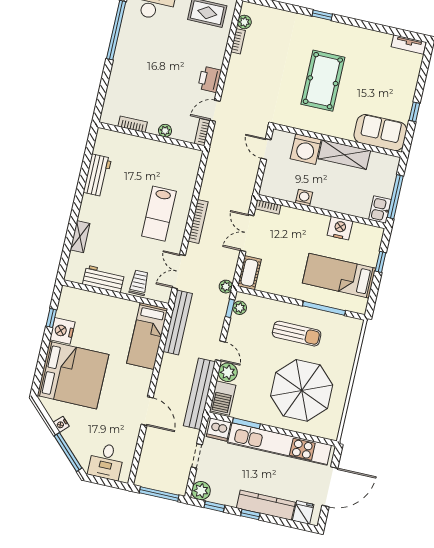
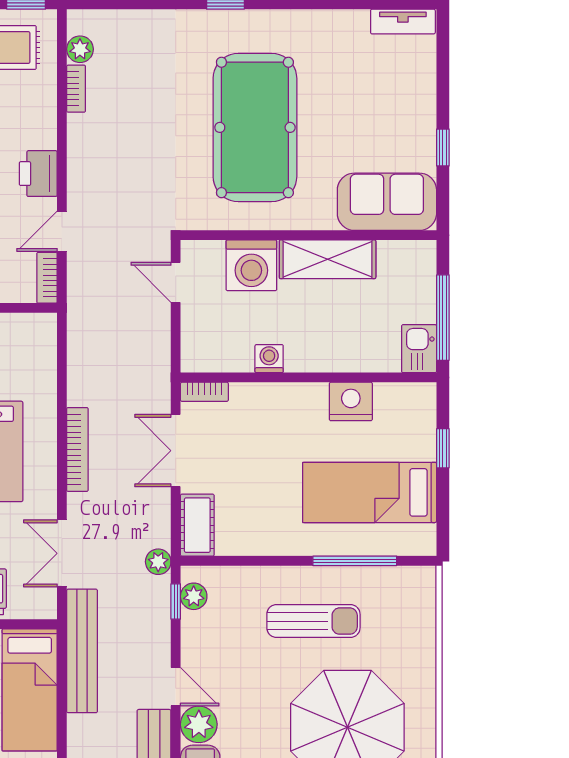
pool table: (323, 81) -> (255, 127), width x1.36, depth x1.32

